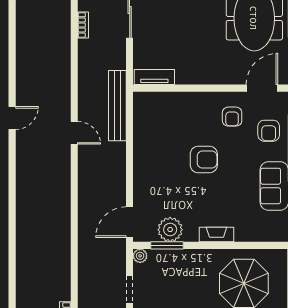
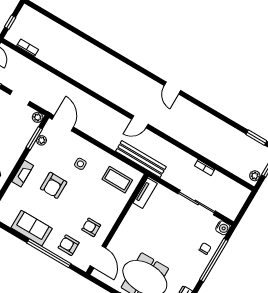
coffee table: (158, 119) -> (117, 180), added
armchair: (204, 160) -> (54, 185), moved
side table: (165, 173) -> (80, 164), added
plant: (170, 230) -> (42, 140), width x0.53, depth x0.53

